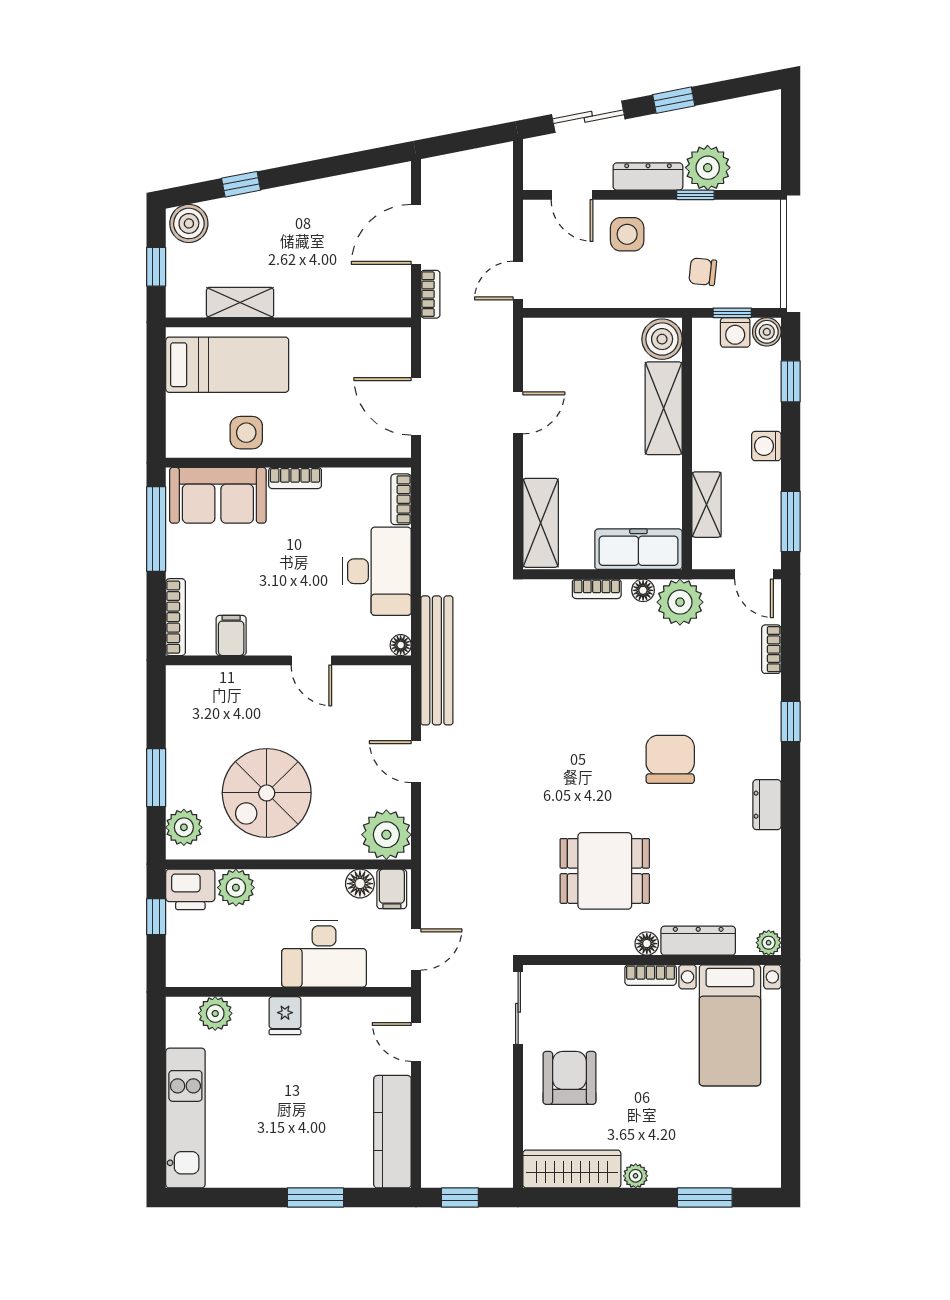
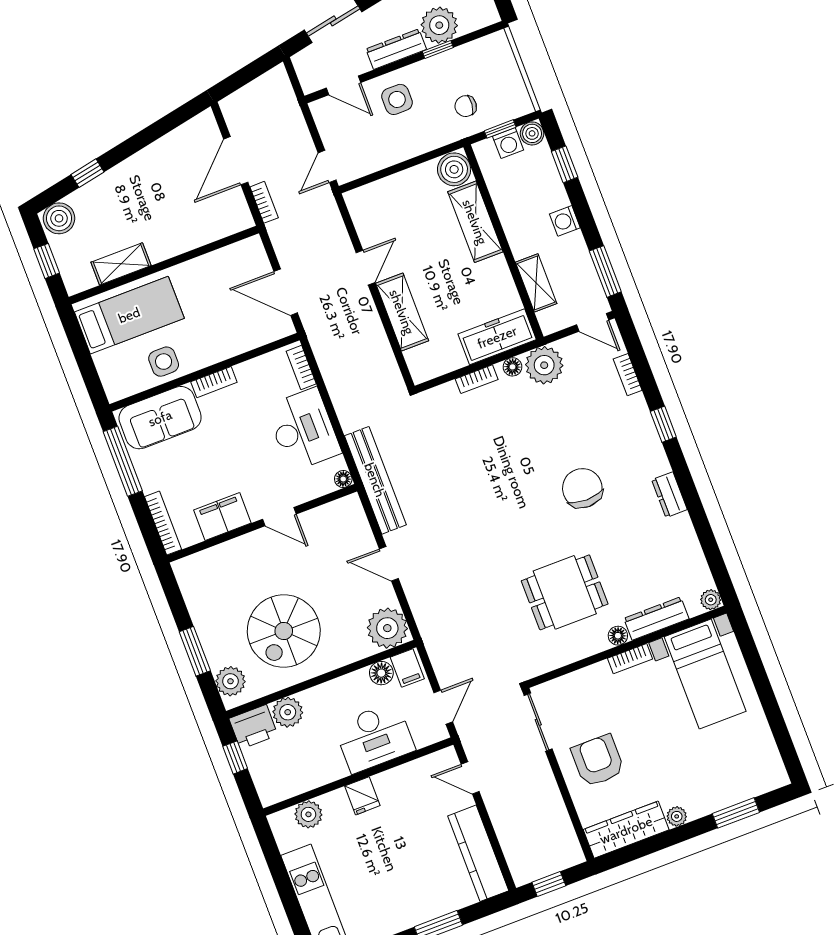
shelving: (541, 523) -> (402, 312), moved
filing cabinet: (231, 635) -> (222, 517), width x2.00

